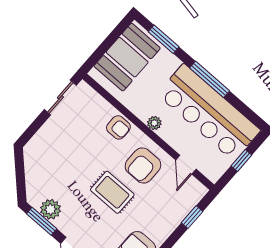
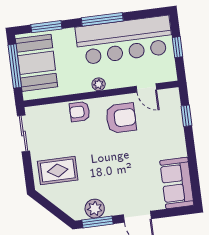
window: (109, 42) -> (15, 66), added
armchair: (118, 127) -> (80, 112), turned 180
armchair: (143, 166) -> (121, 118), turned -90
rug: (112, 192) -> (58, 171), moved

